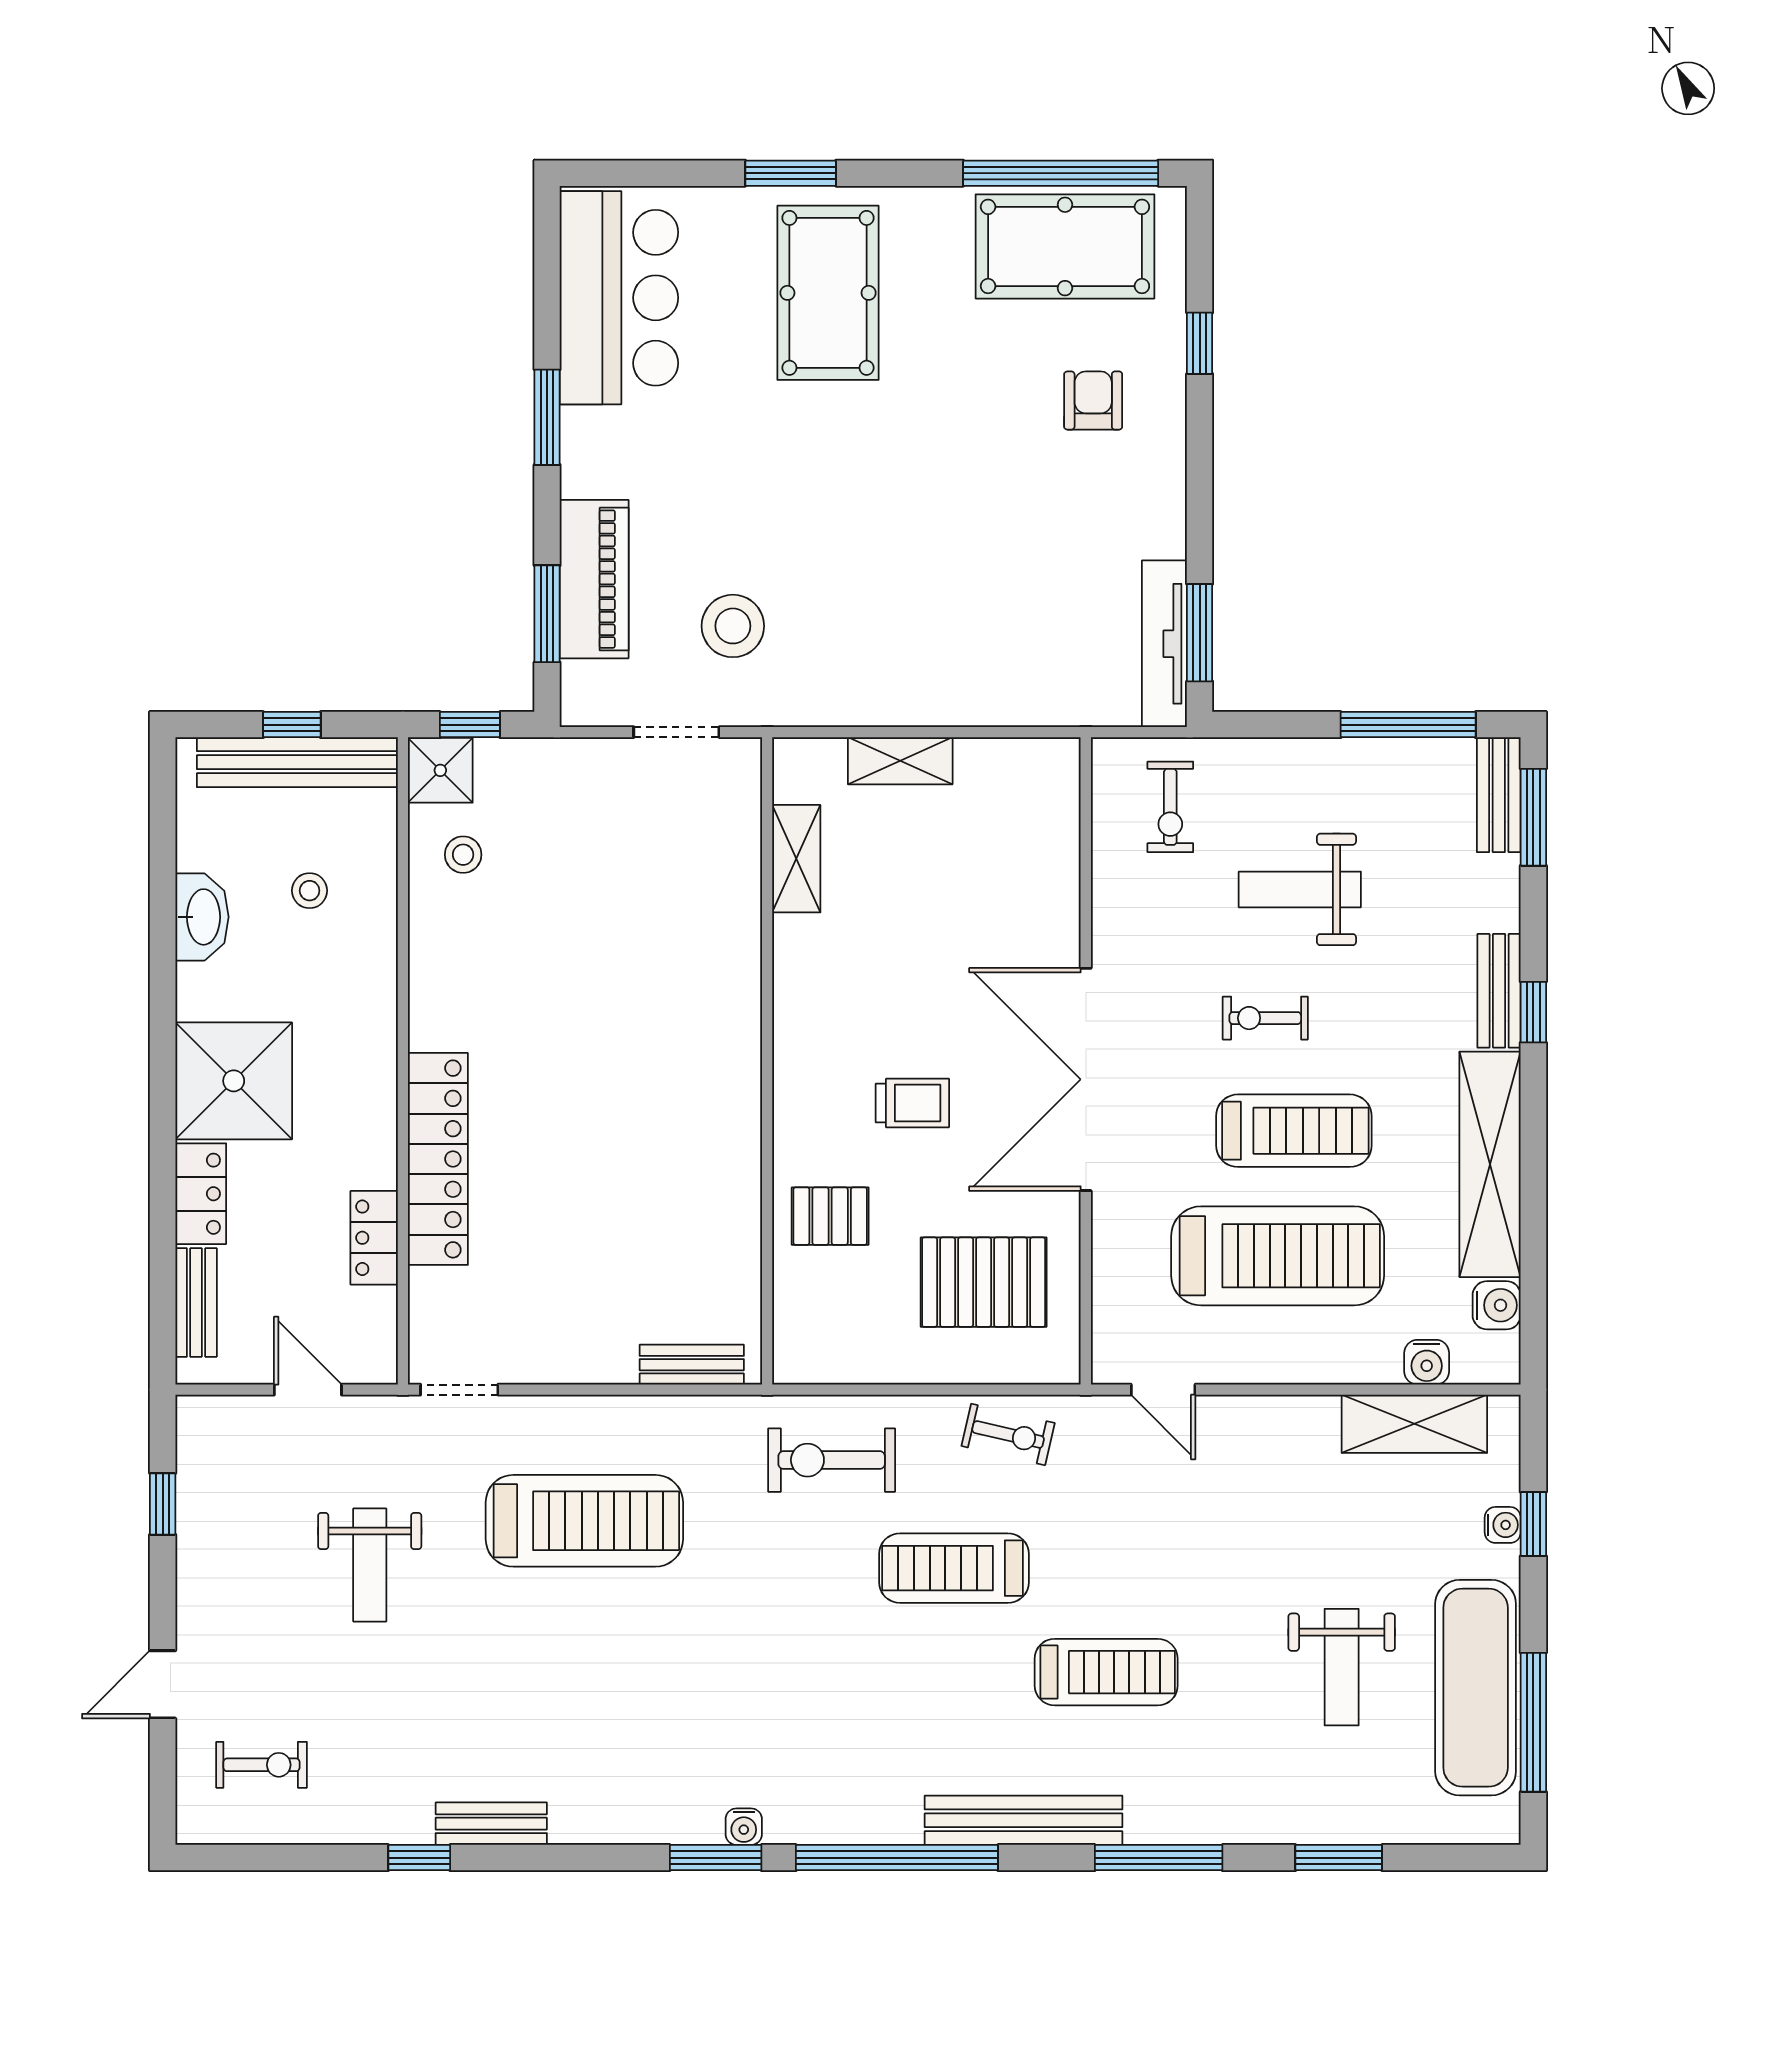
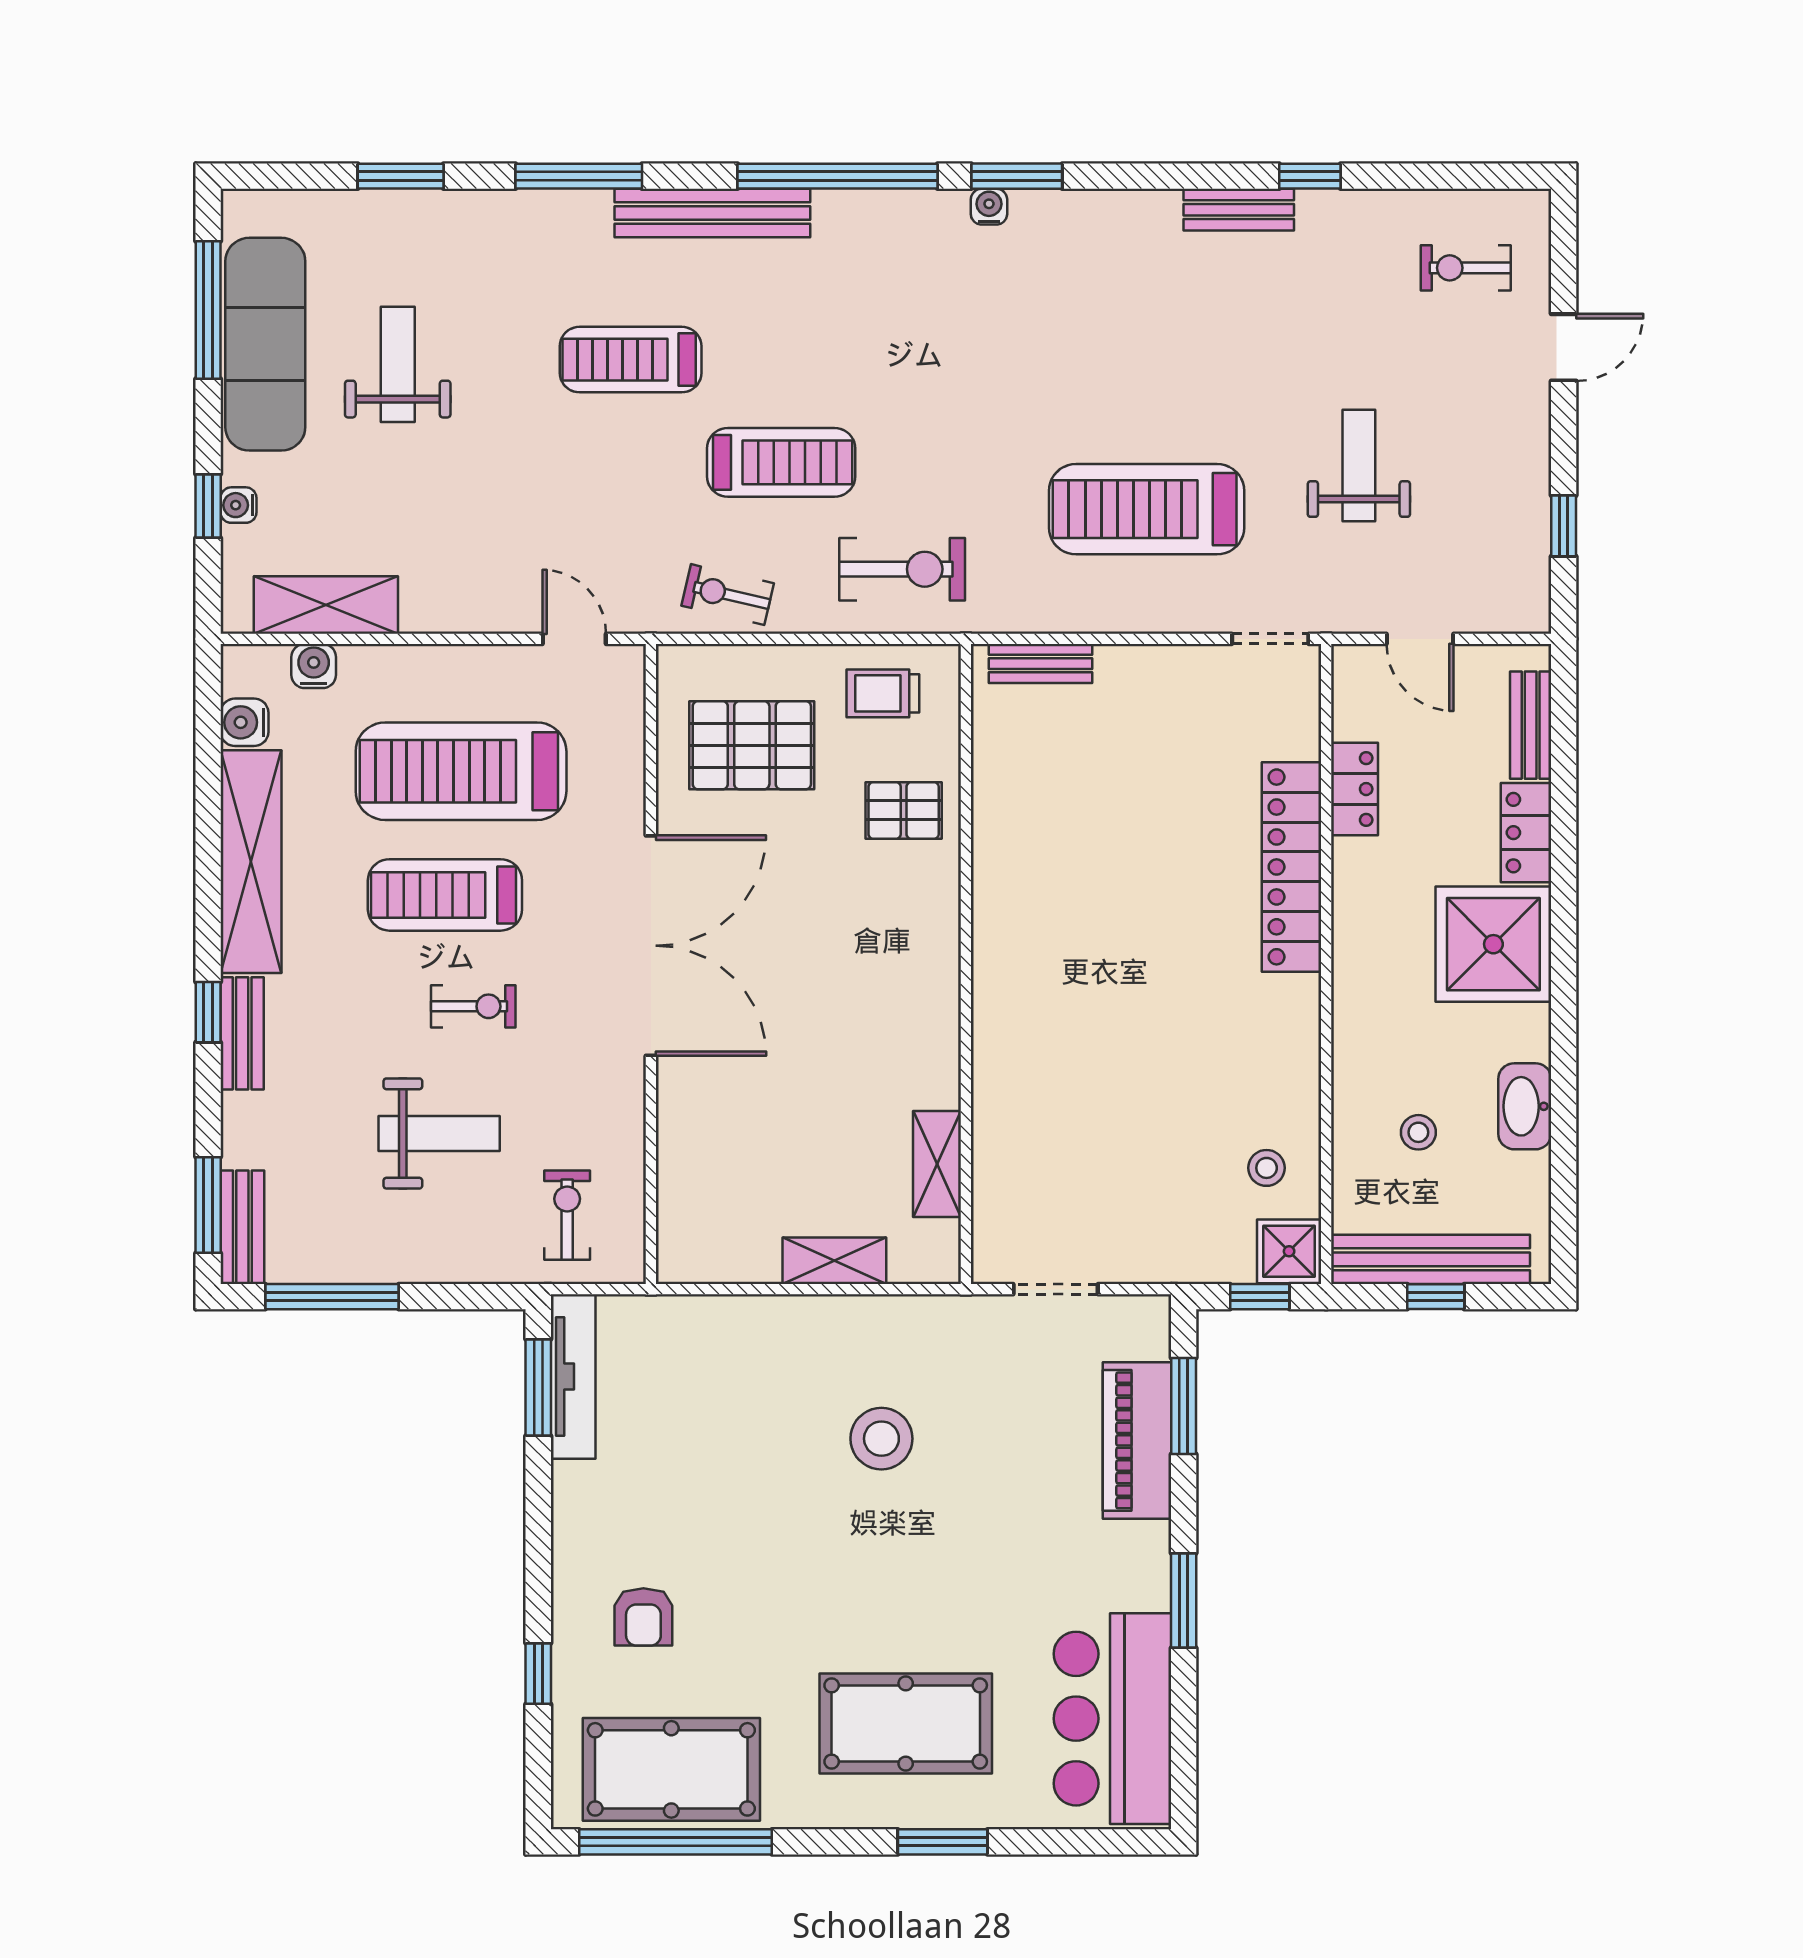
pool table: (828, 293) -> (906, 1723), turned 90
stool: (733, 626) -> (881, 1439), moved
trolley: (912, 1103) -> (883, 693), moved

